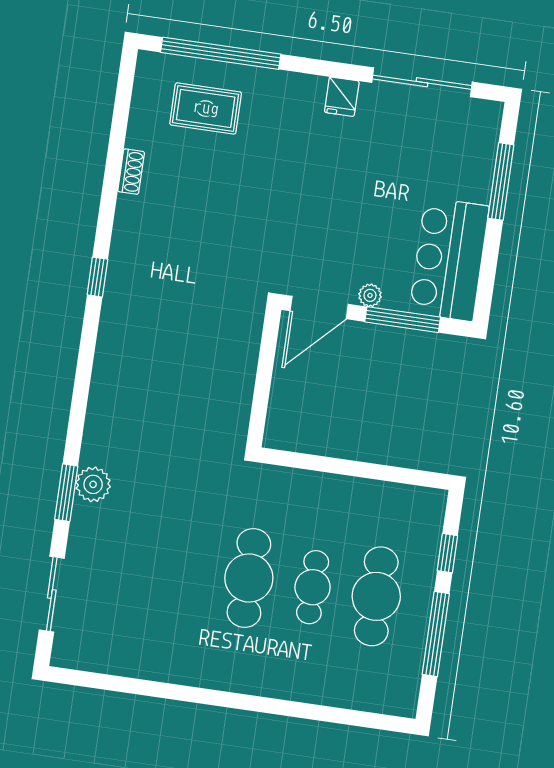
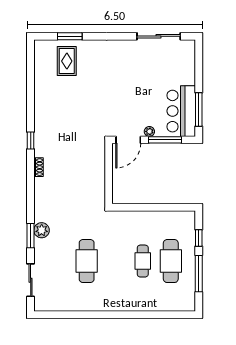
window: (221, 53) -> (70, 36), width x0.47
fridge: (342, 97) -> (125, 47), removed
rug: (206, 108) -> (67, 61), turned 90
shoe rack: (131, 172) -> (39, 167), moved
window: (501, 182) -> (199, 109), moved
cafe table: (249, 578) -> (87, 261), moved

